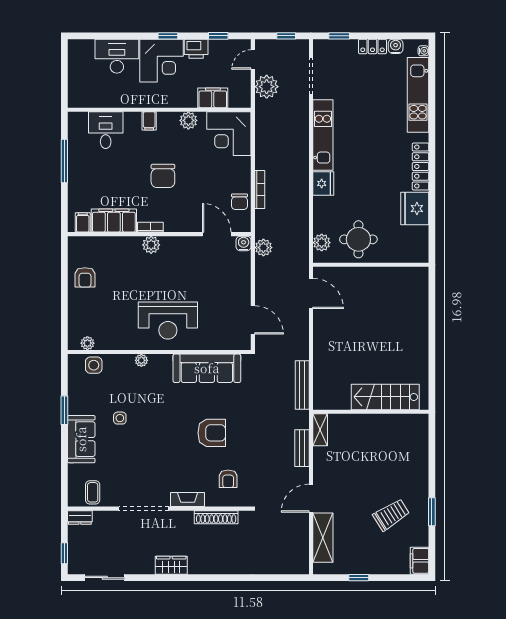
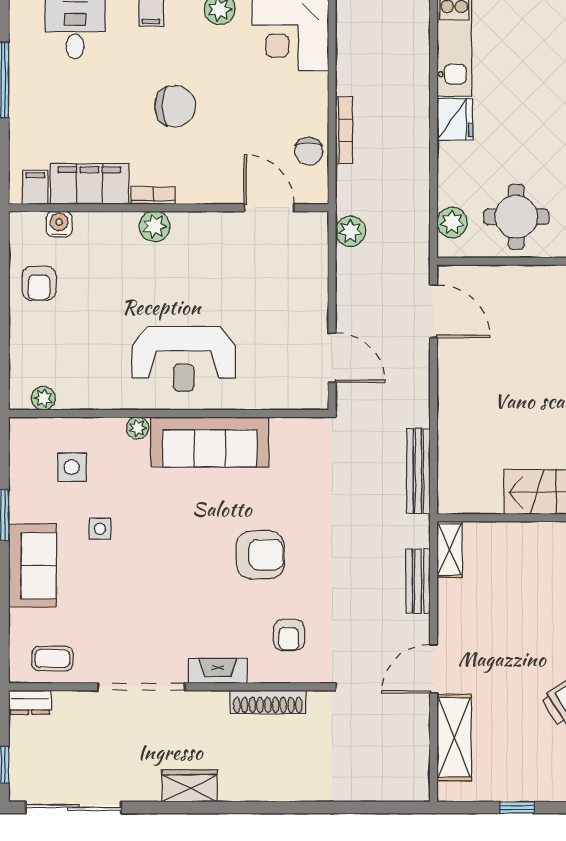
chair: (163, 176) -> (175, 106), turned -90
water cooler: (244, 243) -> (59, 224), moved
side table: (94, 365) -> (72, 467), moved
sofa: (207, 368) -> (210, 442), moved
coffee table: (93, 492) -> (52, 658), turned 90
sliding door: (105, 578) -> (74, 807), width x1.37

